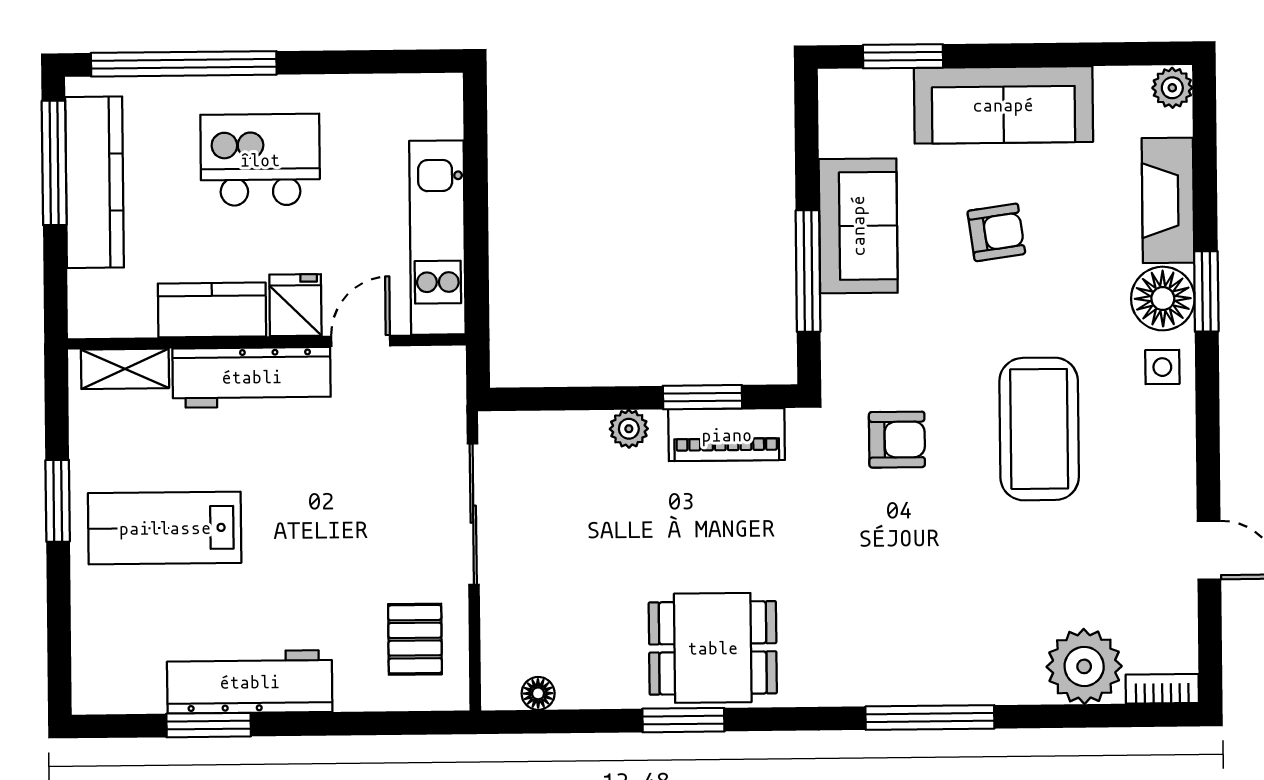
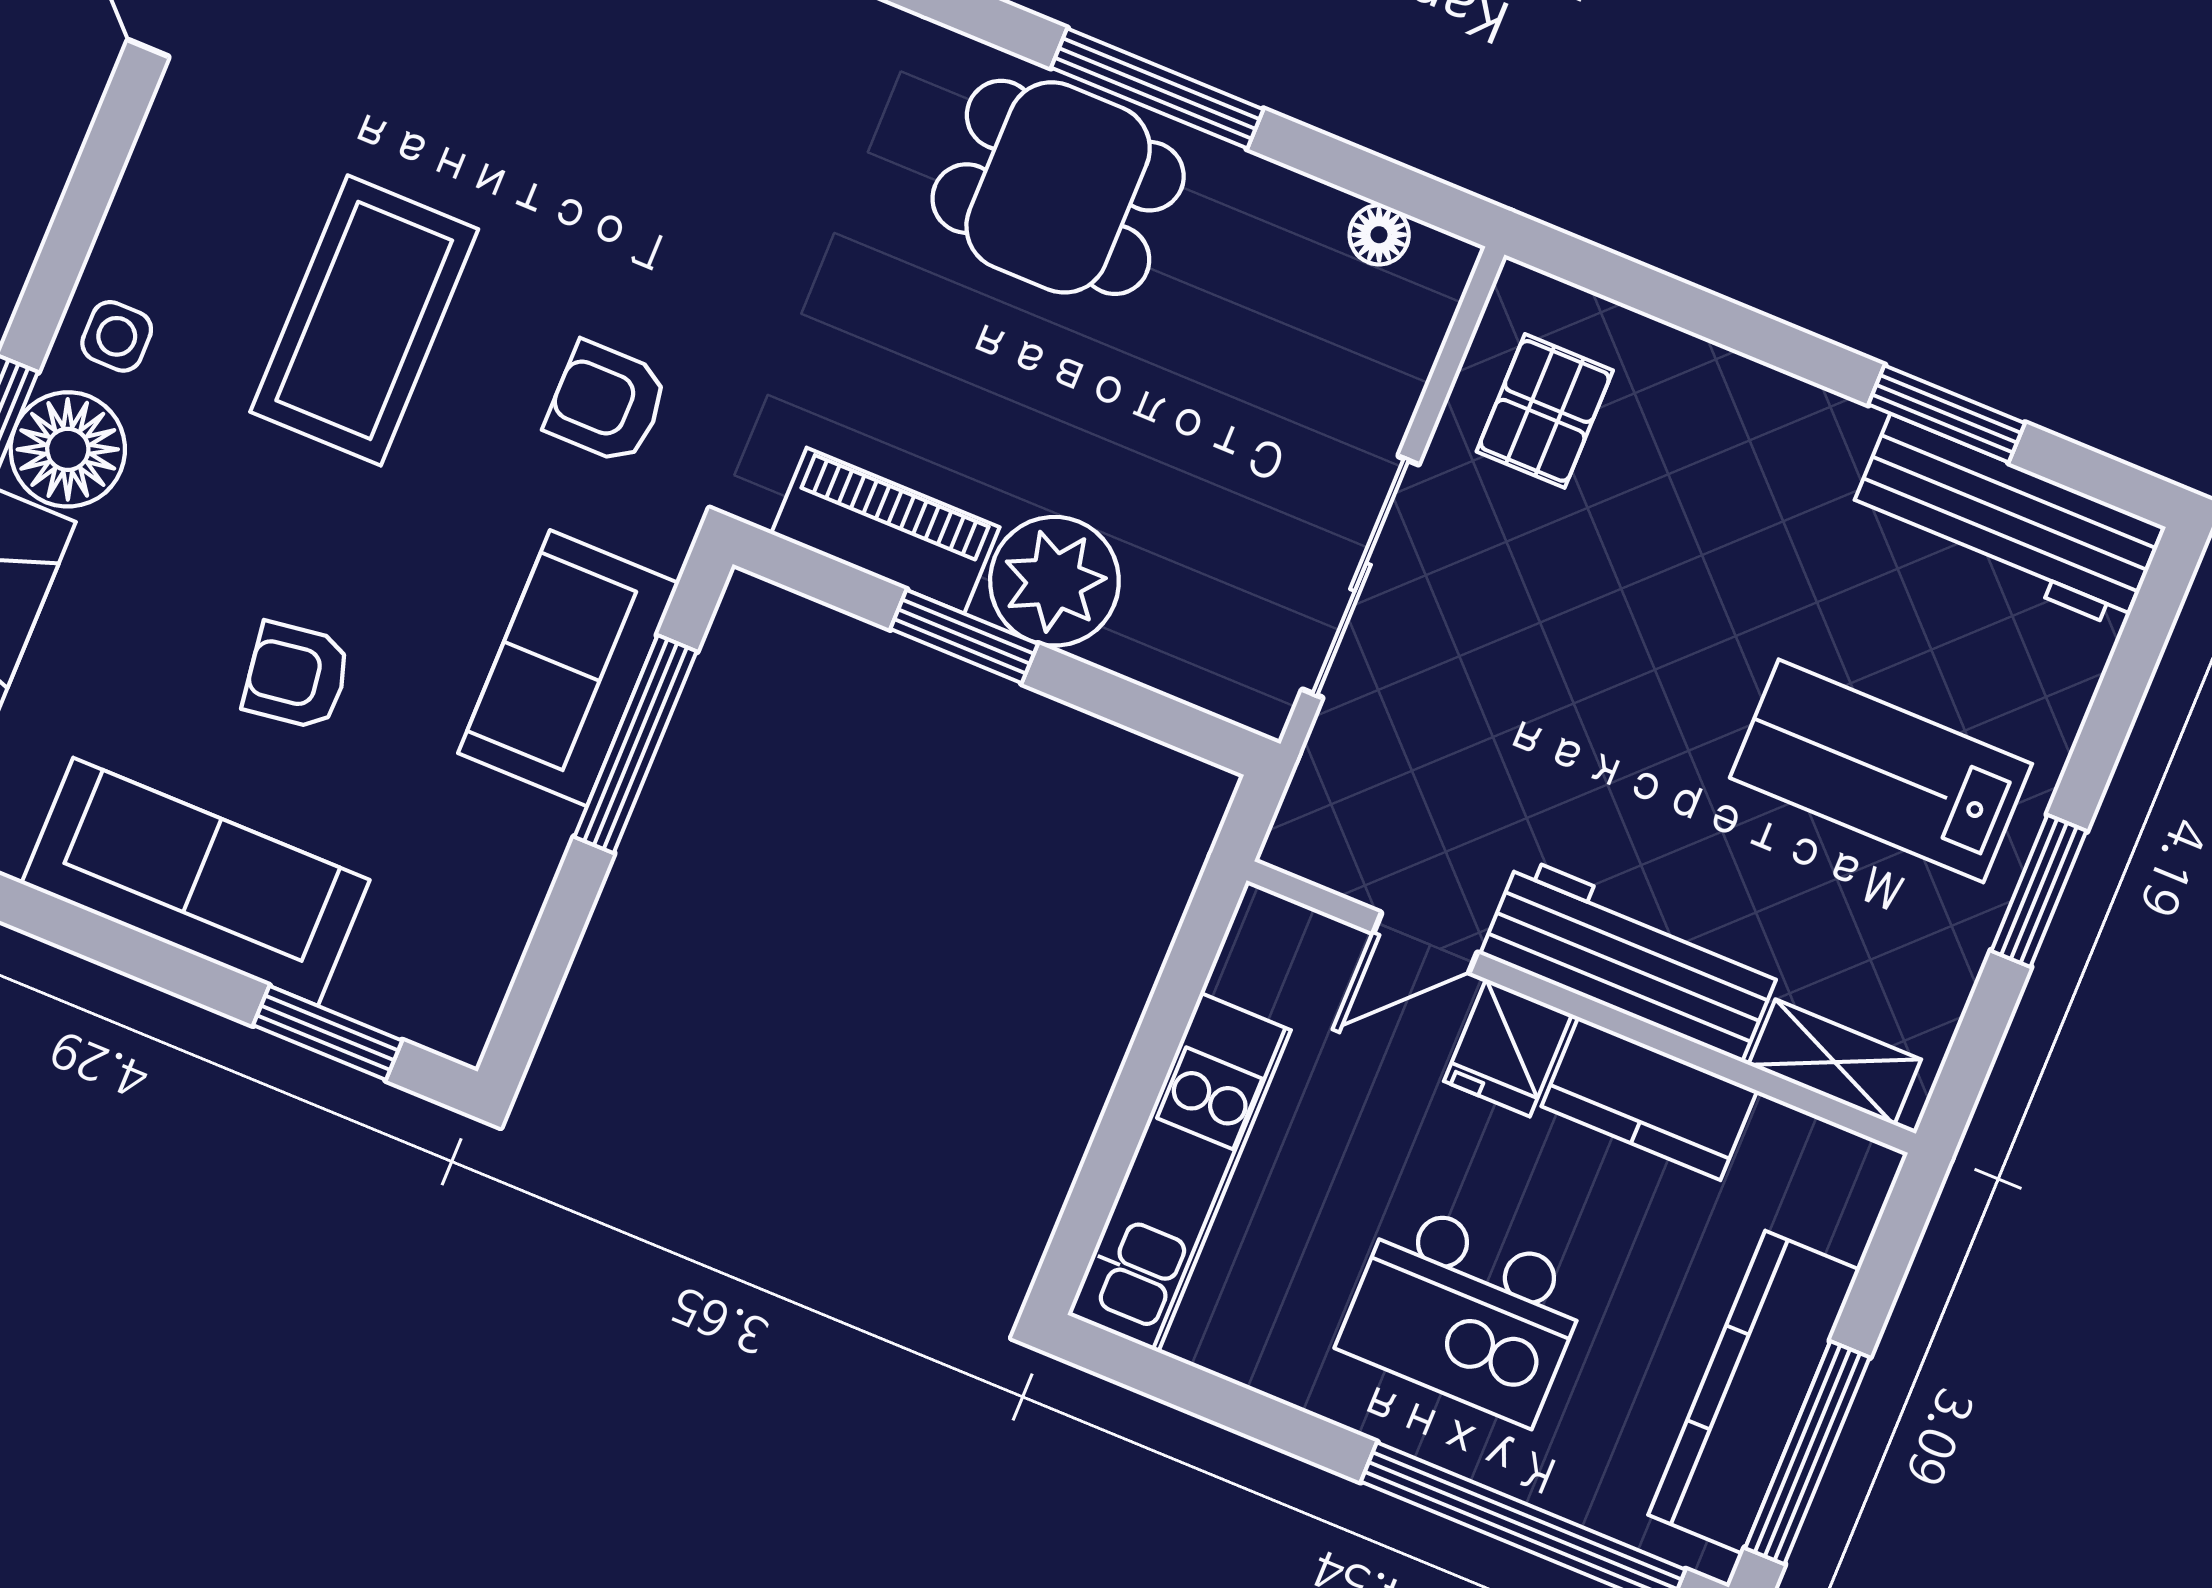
sofa: (858, 226) -> (569, 668), moved
kitchen unit: (437, 238) -> (1179, 1172), moved
window: (702, 397) -> (964, 636), moved
plant: (629, 429) -> (1054, 581), width x1.87, depth x1.87
lab bench: (165, 528) -> (1881, 771), turned 180
workbench: (250, 682) -> (2006, 521), moved
window: (683, 720) -> (1157, 88), width x1.44

